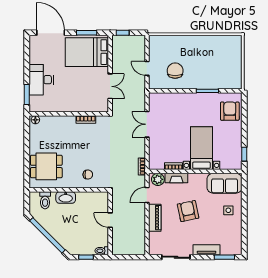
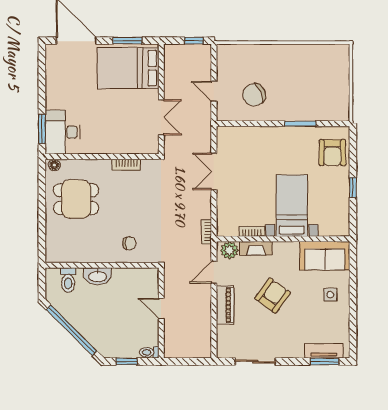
window: (123, 33) -> (194, 41), moved
chair: (175, 71) -> (254, 95), turned -113
desk: (41, 80) -> (62, 132), moved
armchair: (230, 111) -> (332, 153), turned 180
window: (244, 154) -> (353, 188), moved
dining table: (46, 166) -> (76, 199), moved
armchair: (188, 211) -> (273, 296), turned 48
tv unit: (206, 250) -> (324, 351), moved

